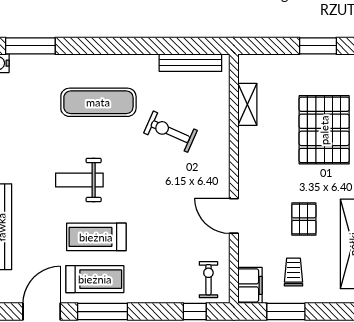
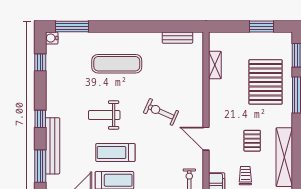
bench: (190, 63) -> (177, 38), width x0.73
exercise bike: (170, 132) -> (161, 112), moved

